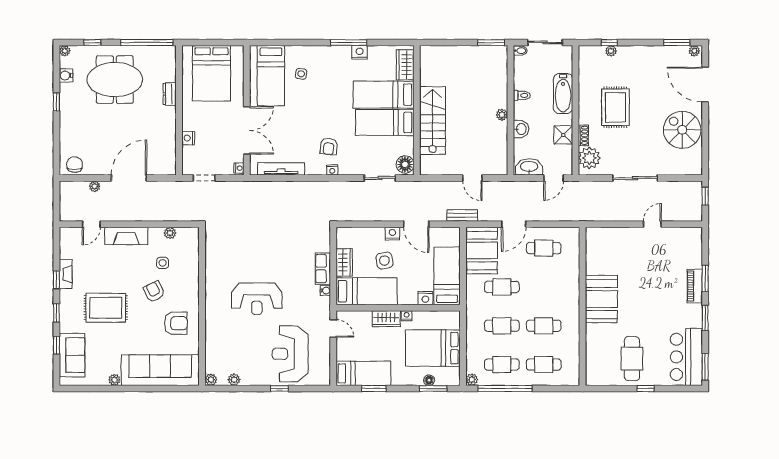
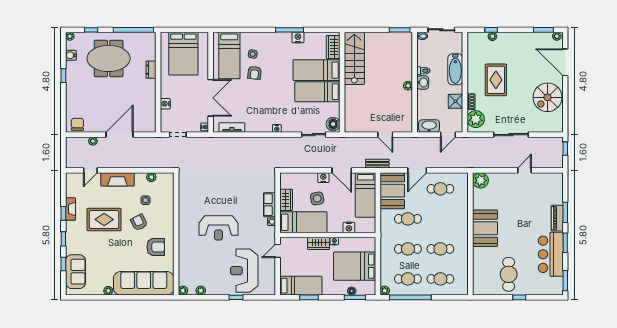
stairs: (433, 120) -> (354, 58), moved
washbasin: (521, 129) -> (423, 82), moved
spiral stairs: (682, 130) -> (547, 97), turned -90
armchair: (329, 146) -> (254, 73), moved
tv unit: (281, 169) -> (232, 128), width x0.71
plant: (596, 237) -> (480, 180), added
bed: (447, 276) -> (366, 195), moved, turned 180
rug: (106, 308) -> (104, 219), moved
door: (333, 328) -> (278, 251), swing flipped
bar counter: (686, 357) -> (551, 254), moved

